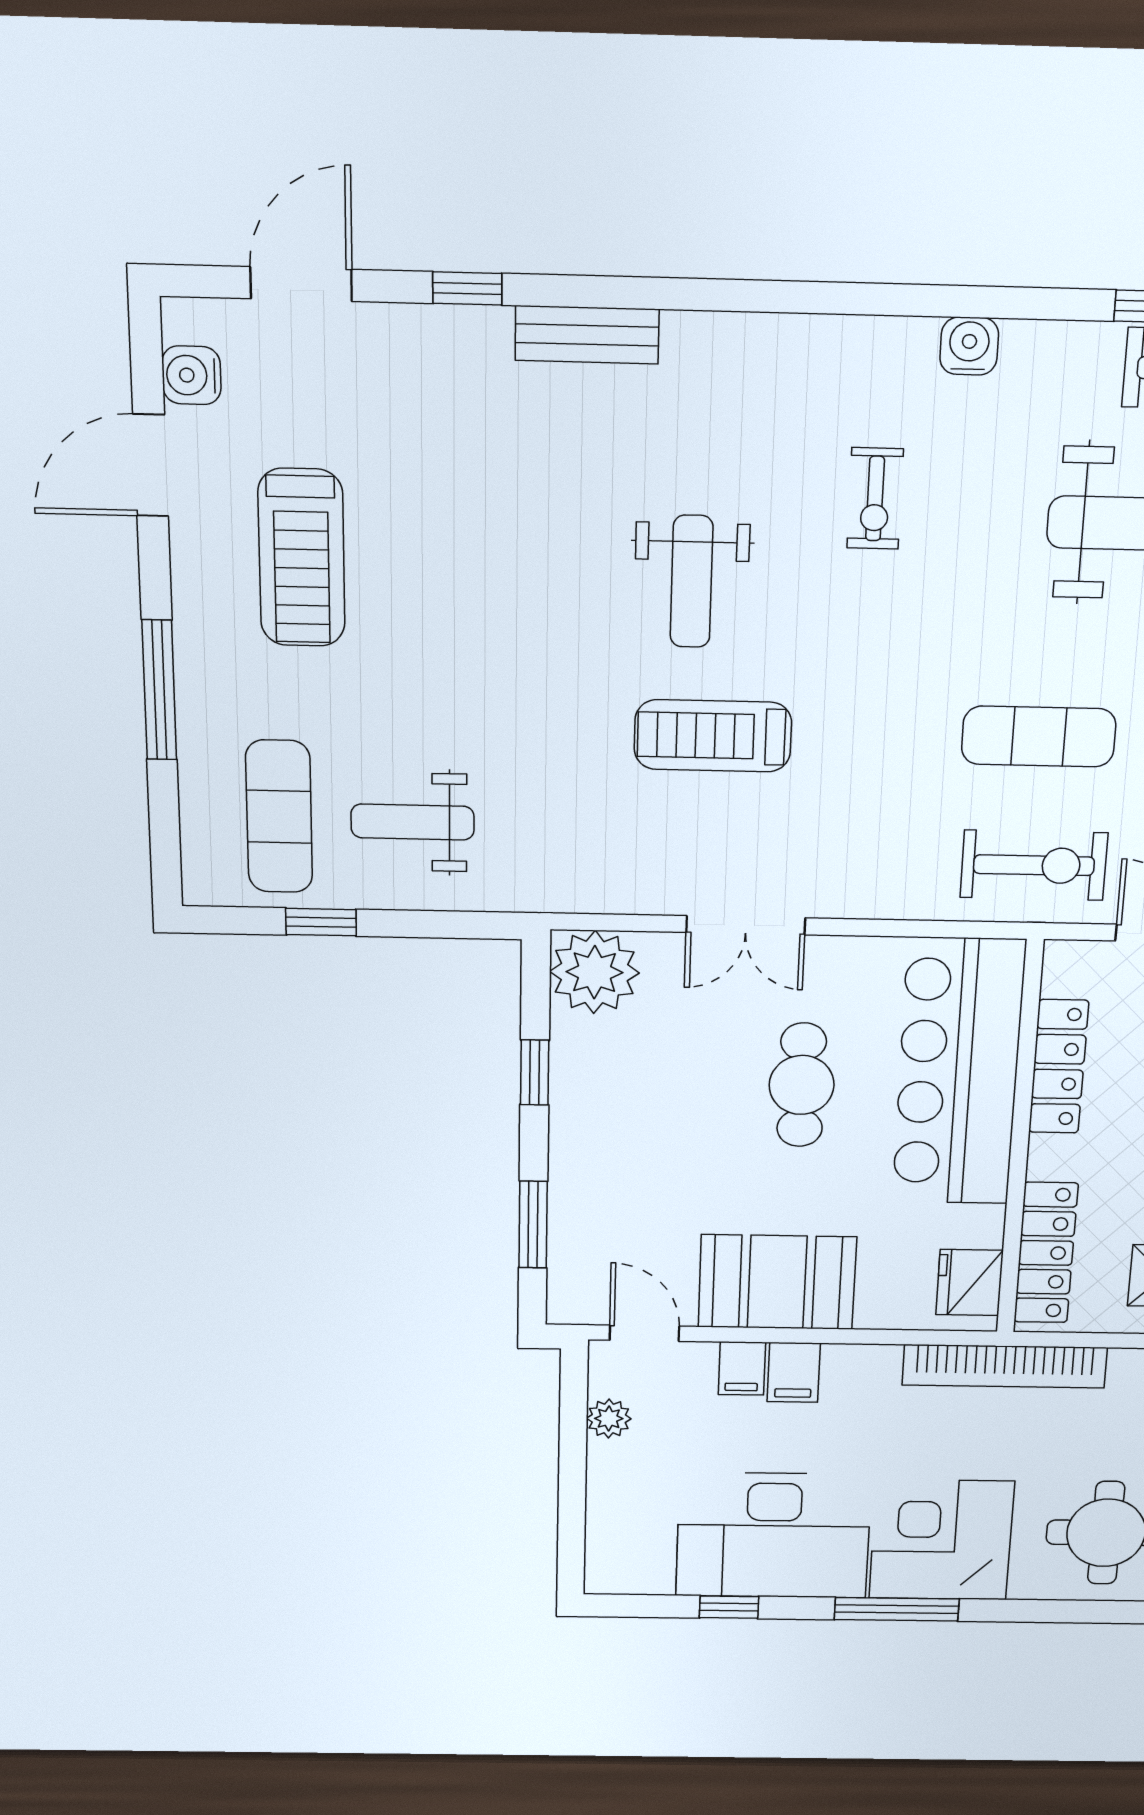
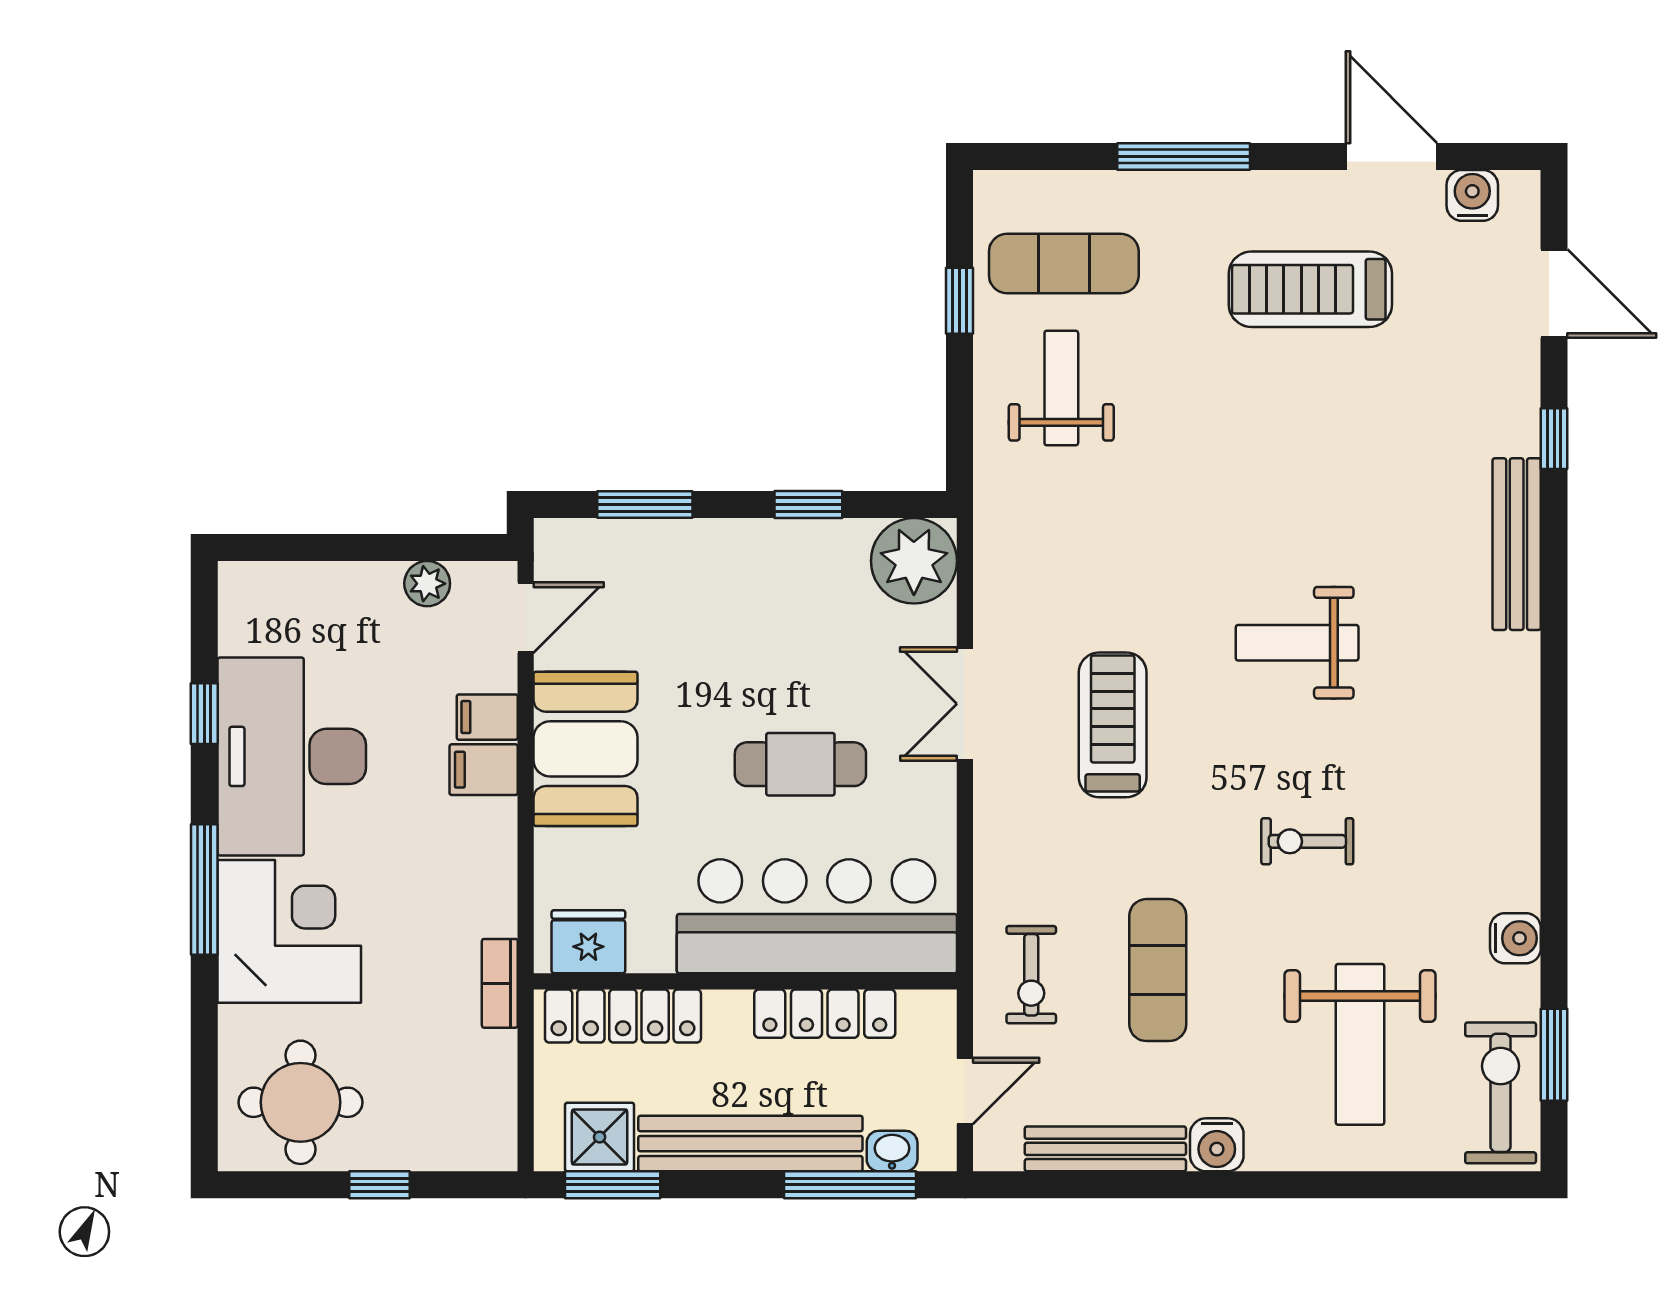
bench: (587, 335) -> (1517, 544), width x1.36
water cooler: (969, 346) -> (1515, 938), moved
exercise bike: (875, 499) -> (1307, 841), moved
treadmill: (713, 736) -> (1113, 725), moved
exercise bike: (1034, 865) -> (1031, 975), width x0.73, depth x0.72
bookcase: (1005, 1366) -> (500, 983), width x0.43, depth x0.76

